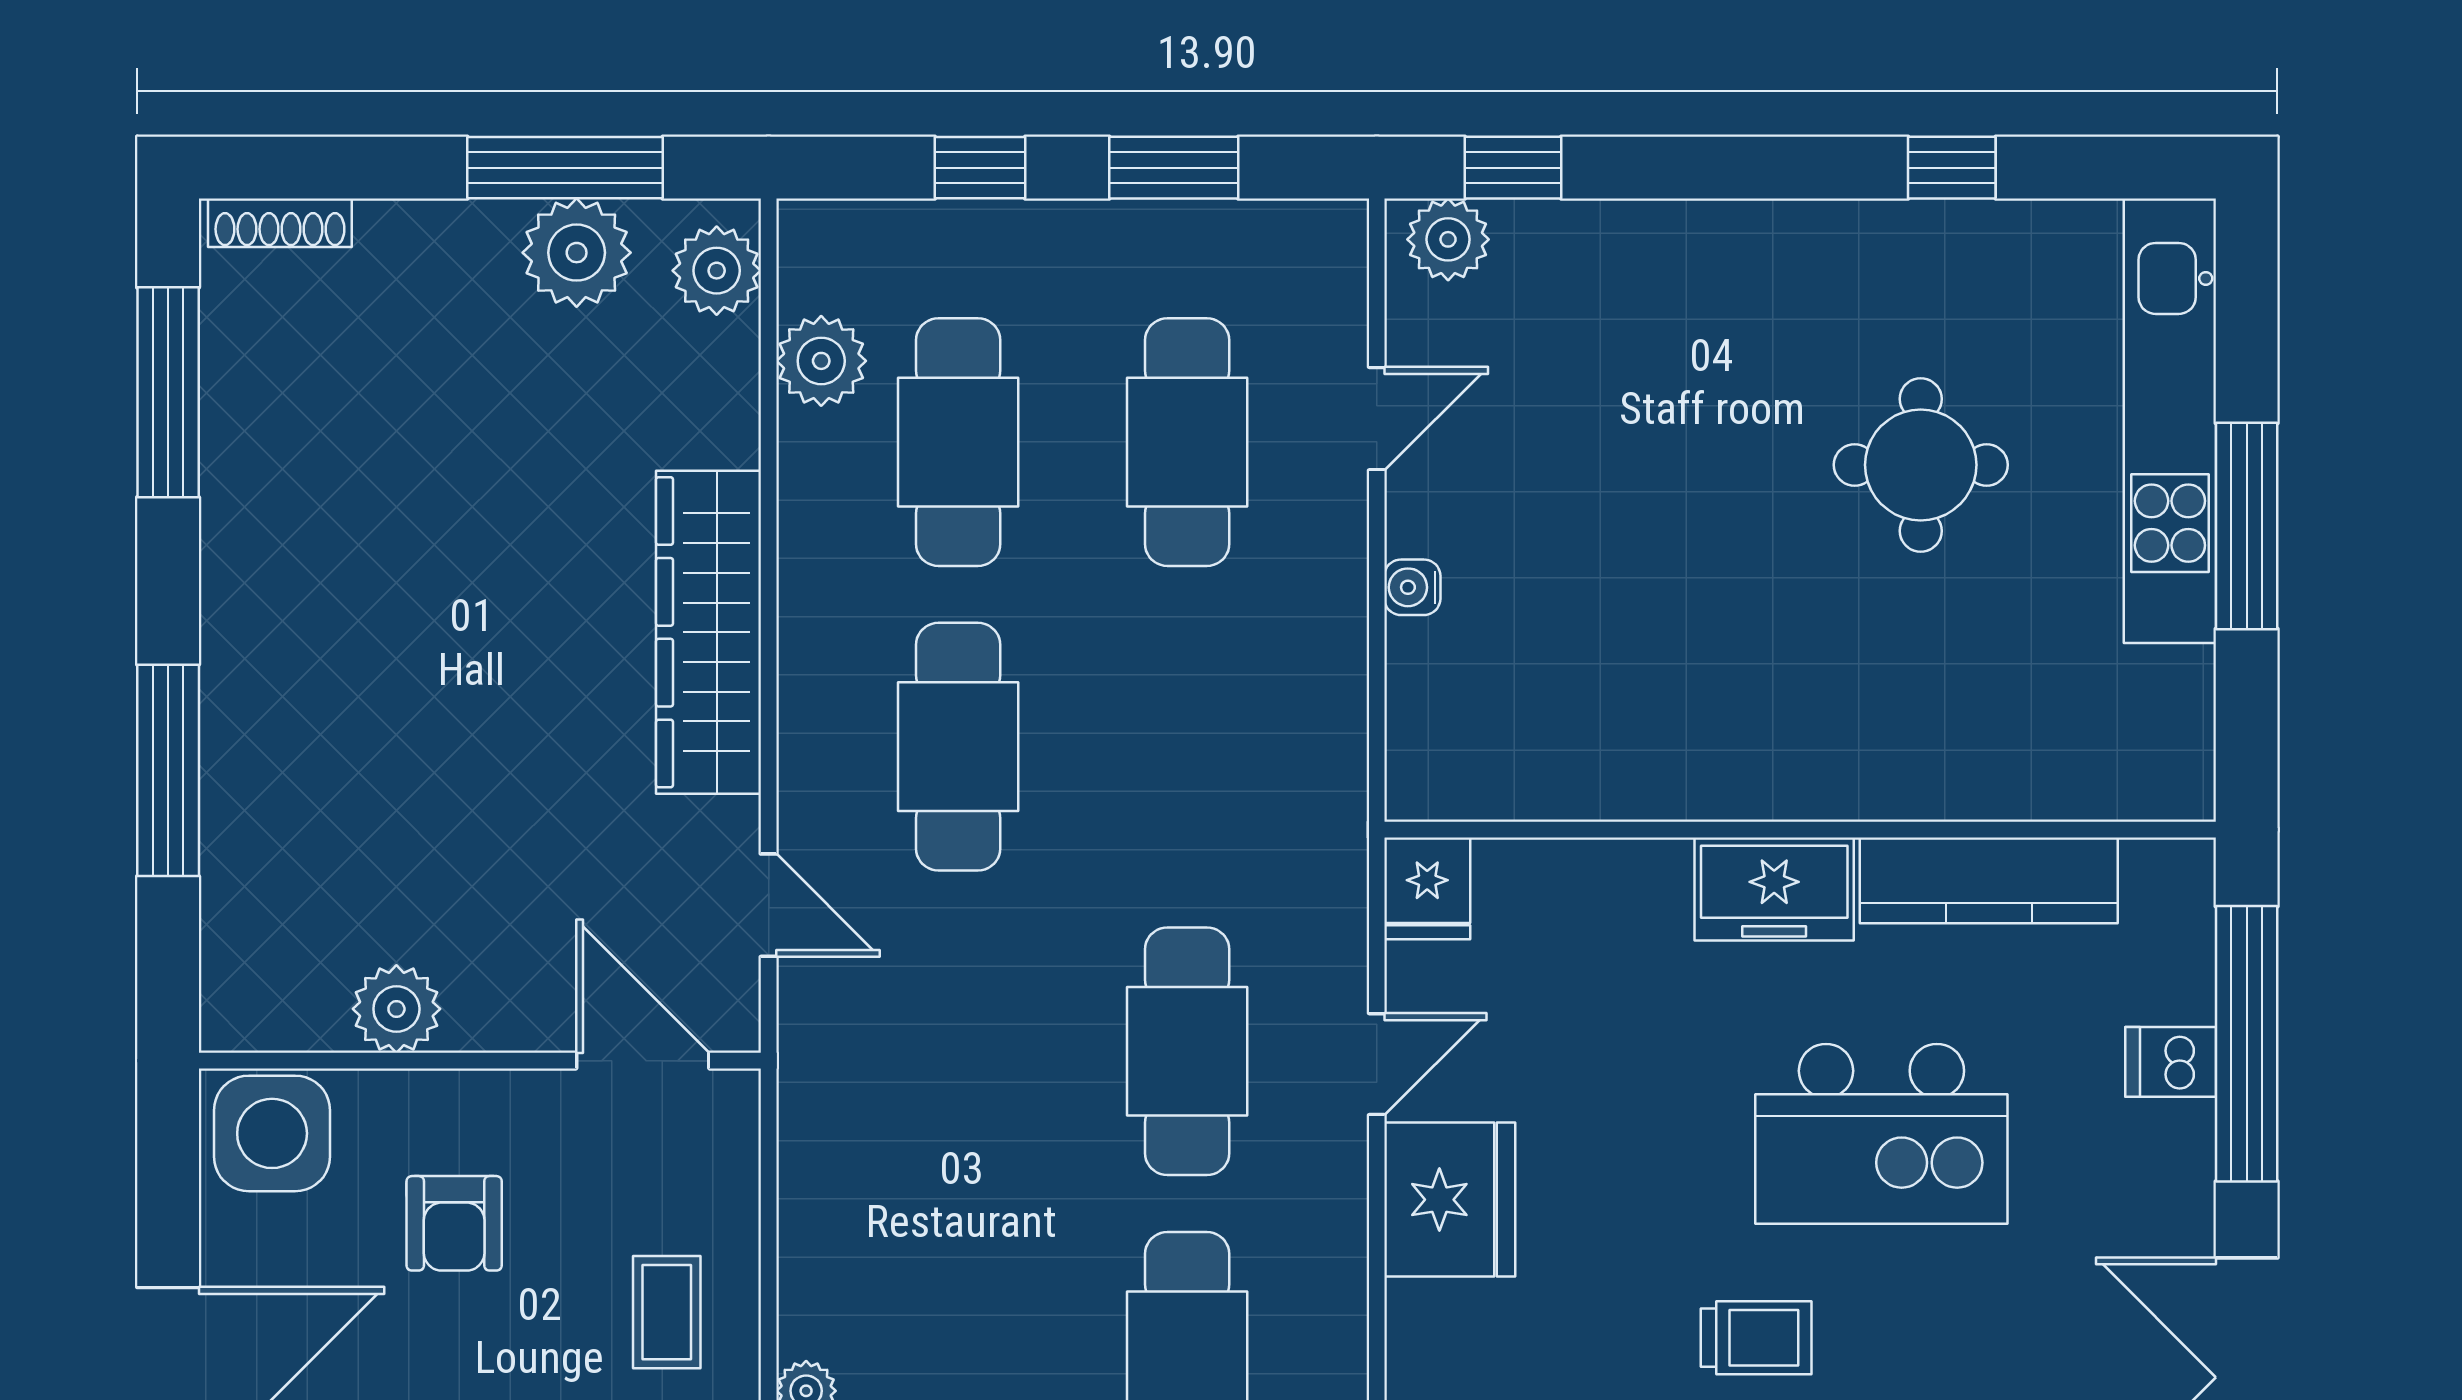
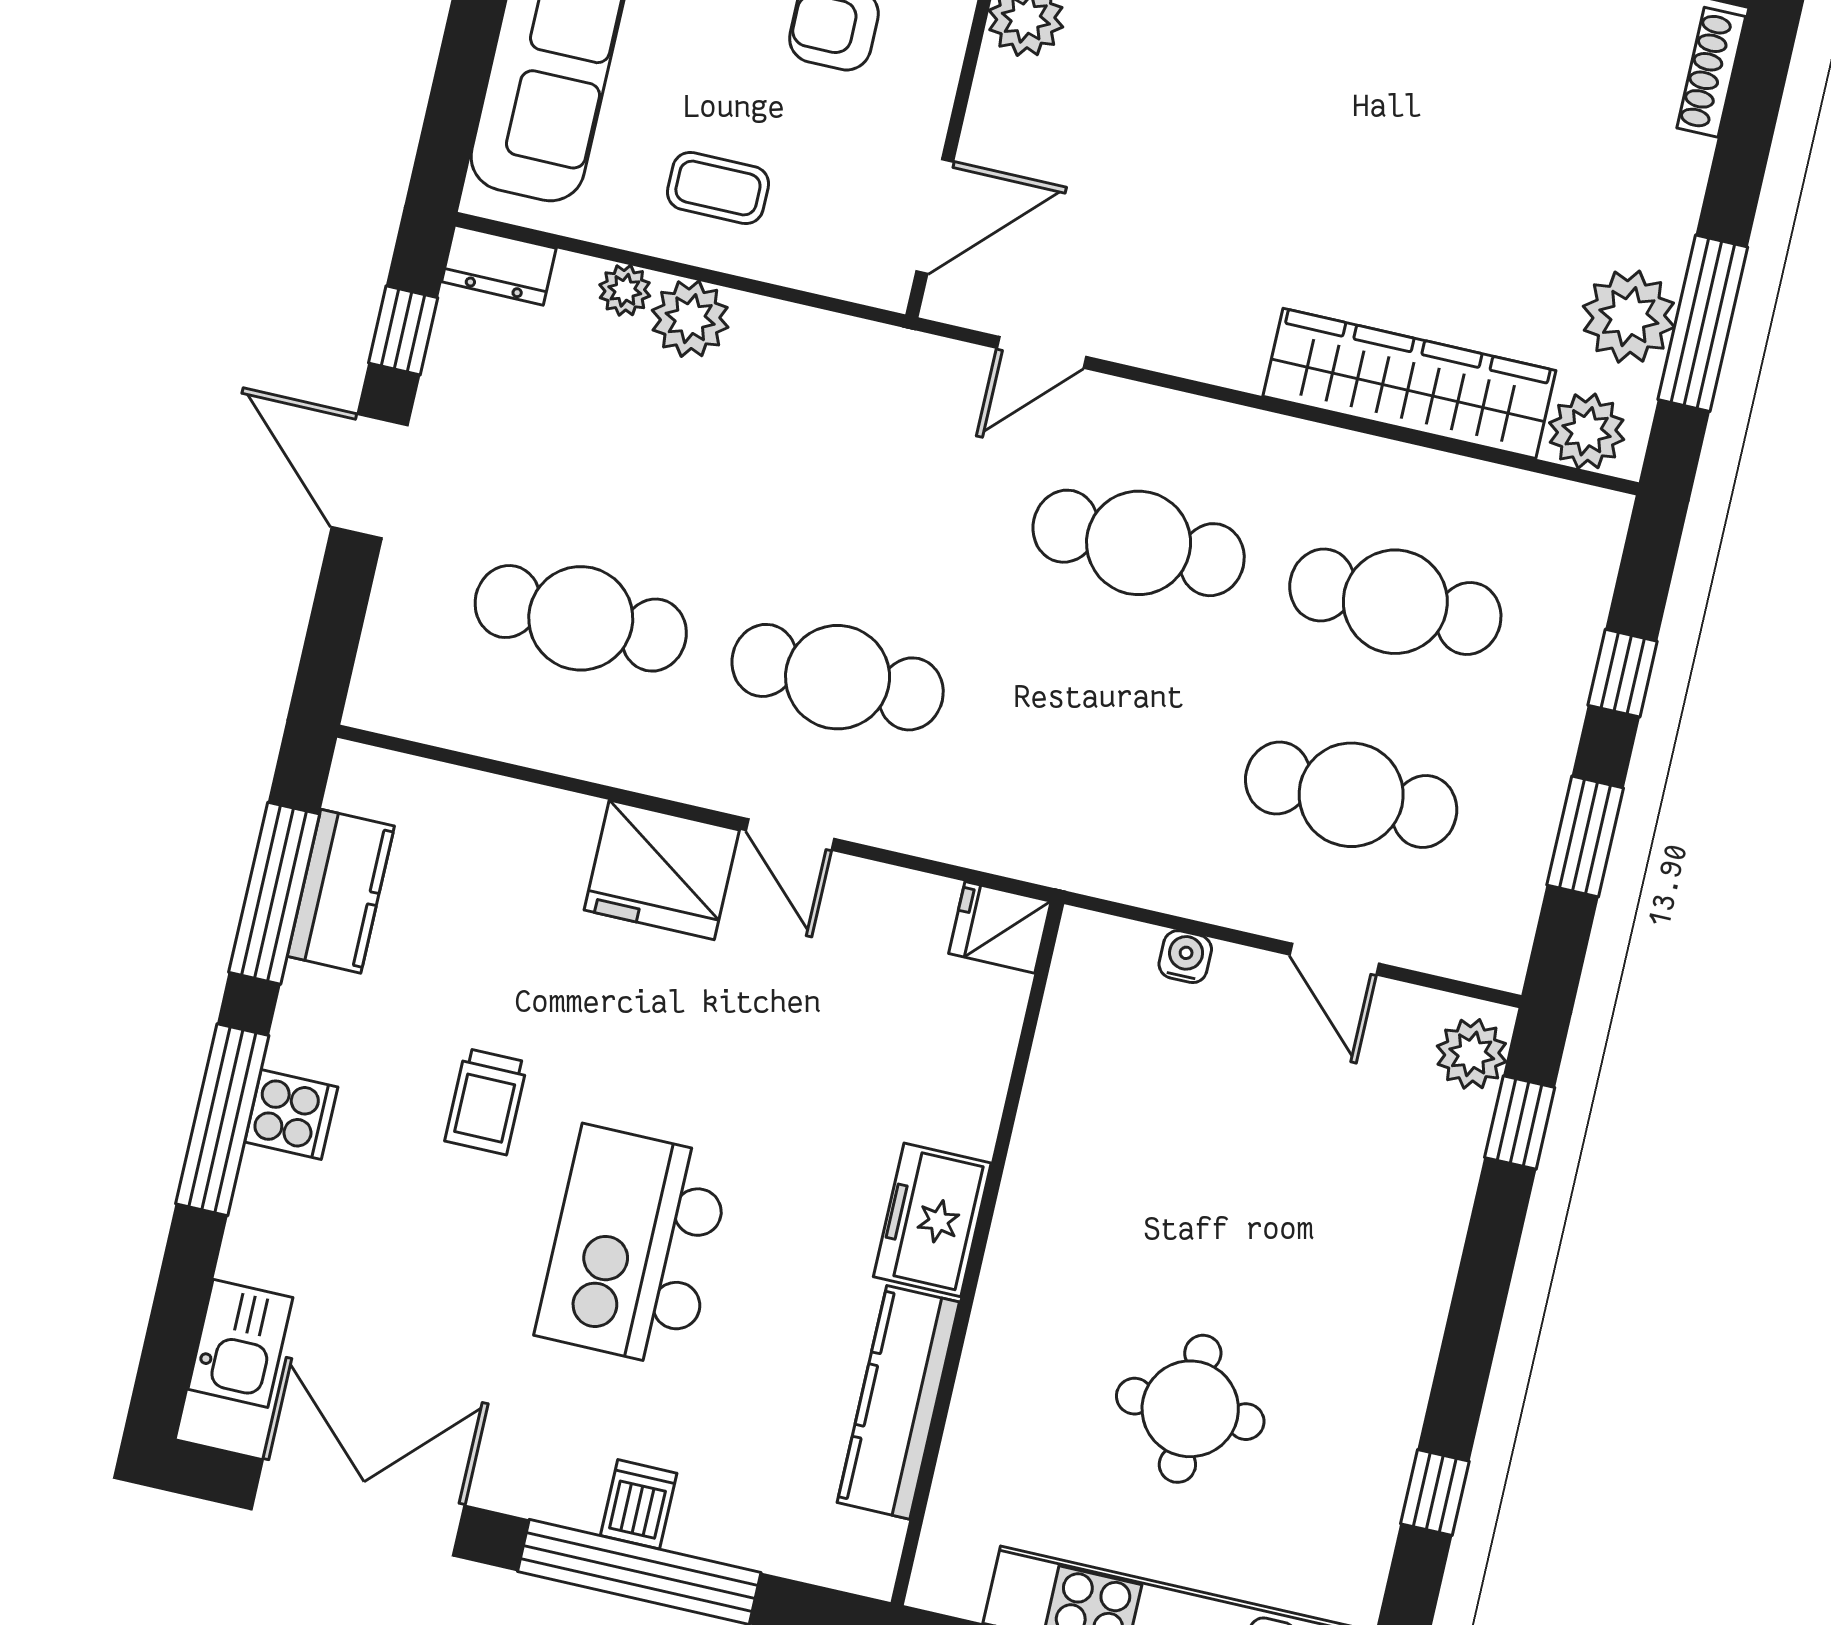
plant: (821, 361) -> (690, 319), moved
wardrobe: (709, 632) -> (1409, 383), moved
wall: (1800, 830) -> (977, 1253), moved
kitchen counter: (1989, 880) -> (898, 1402), moved
fridge: (1427, 888) -> (1000, 927), moved
freezer: (1774, 889) -> (932, 1220), moved

